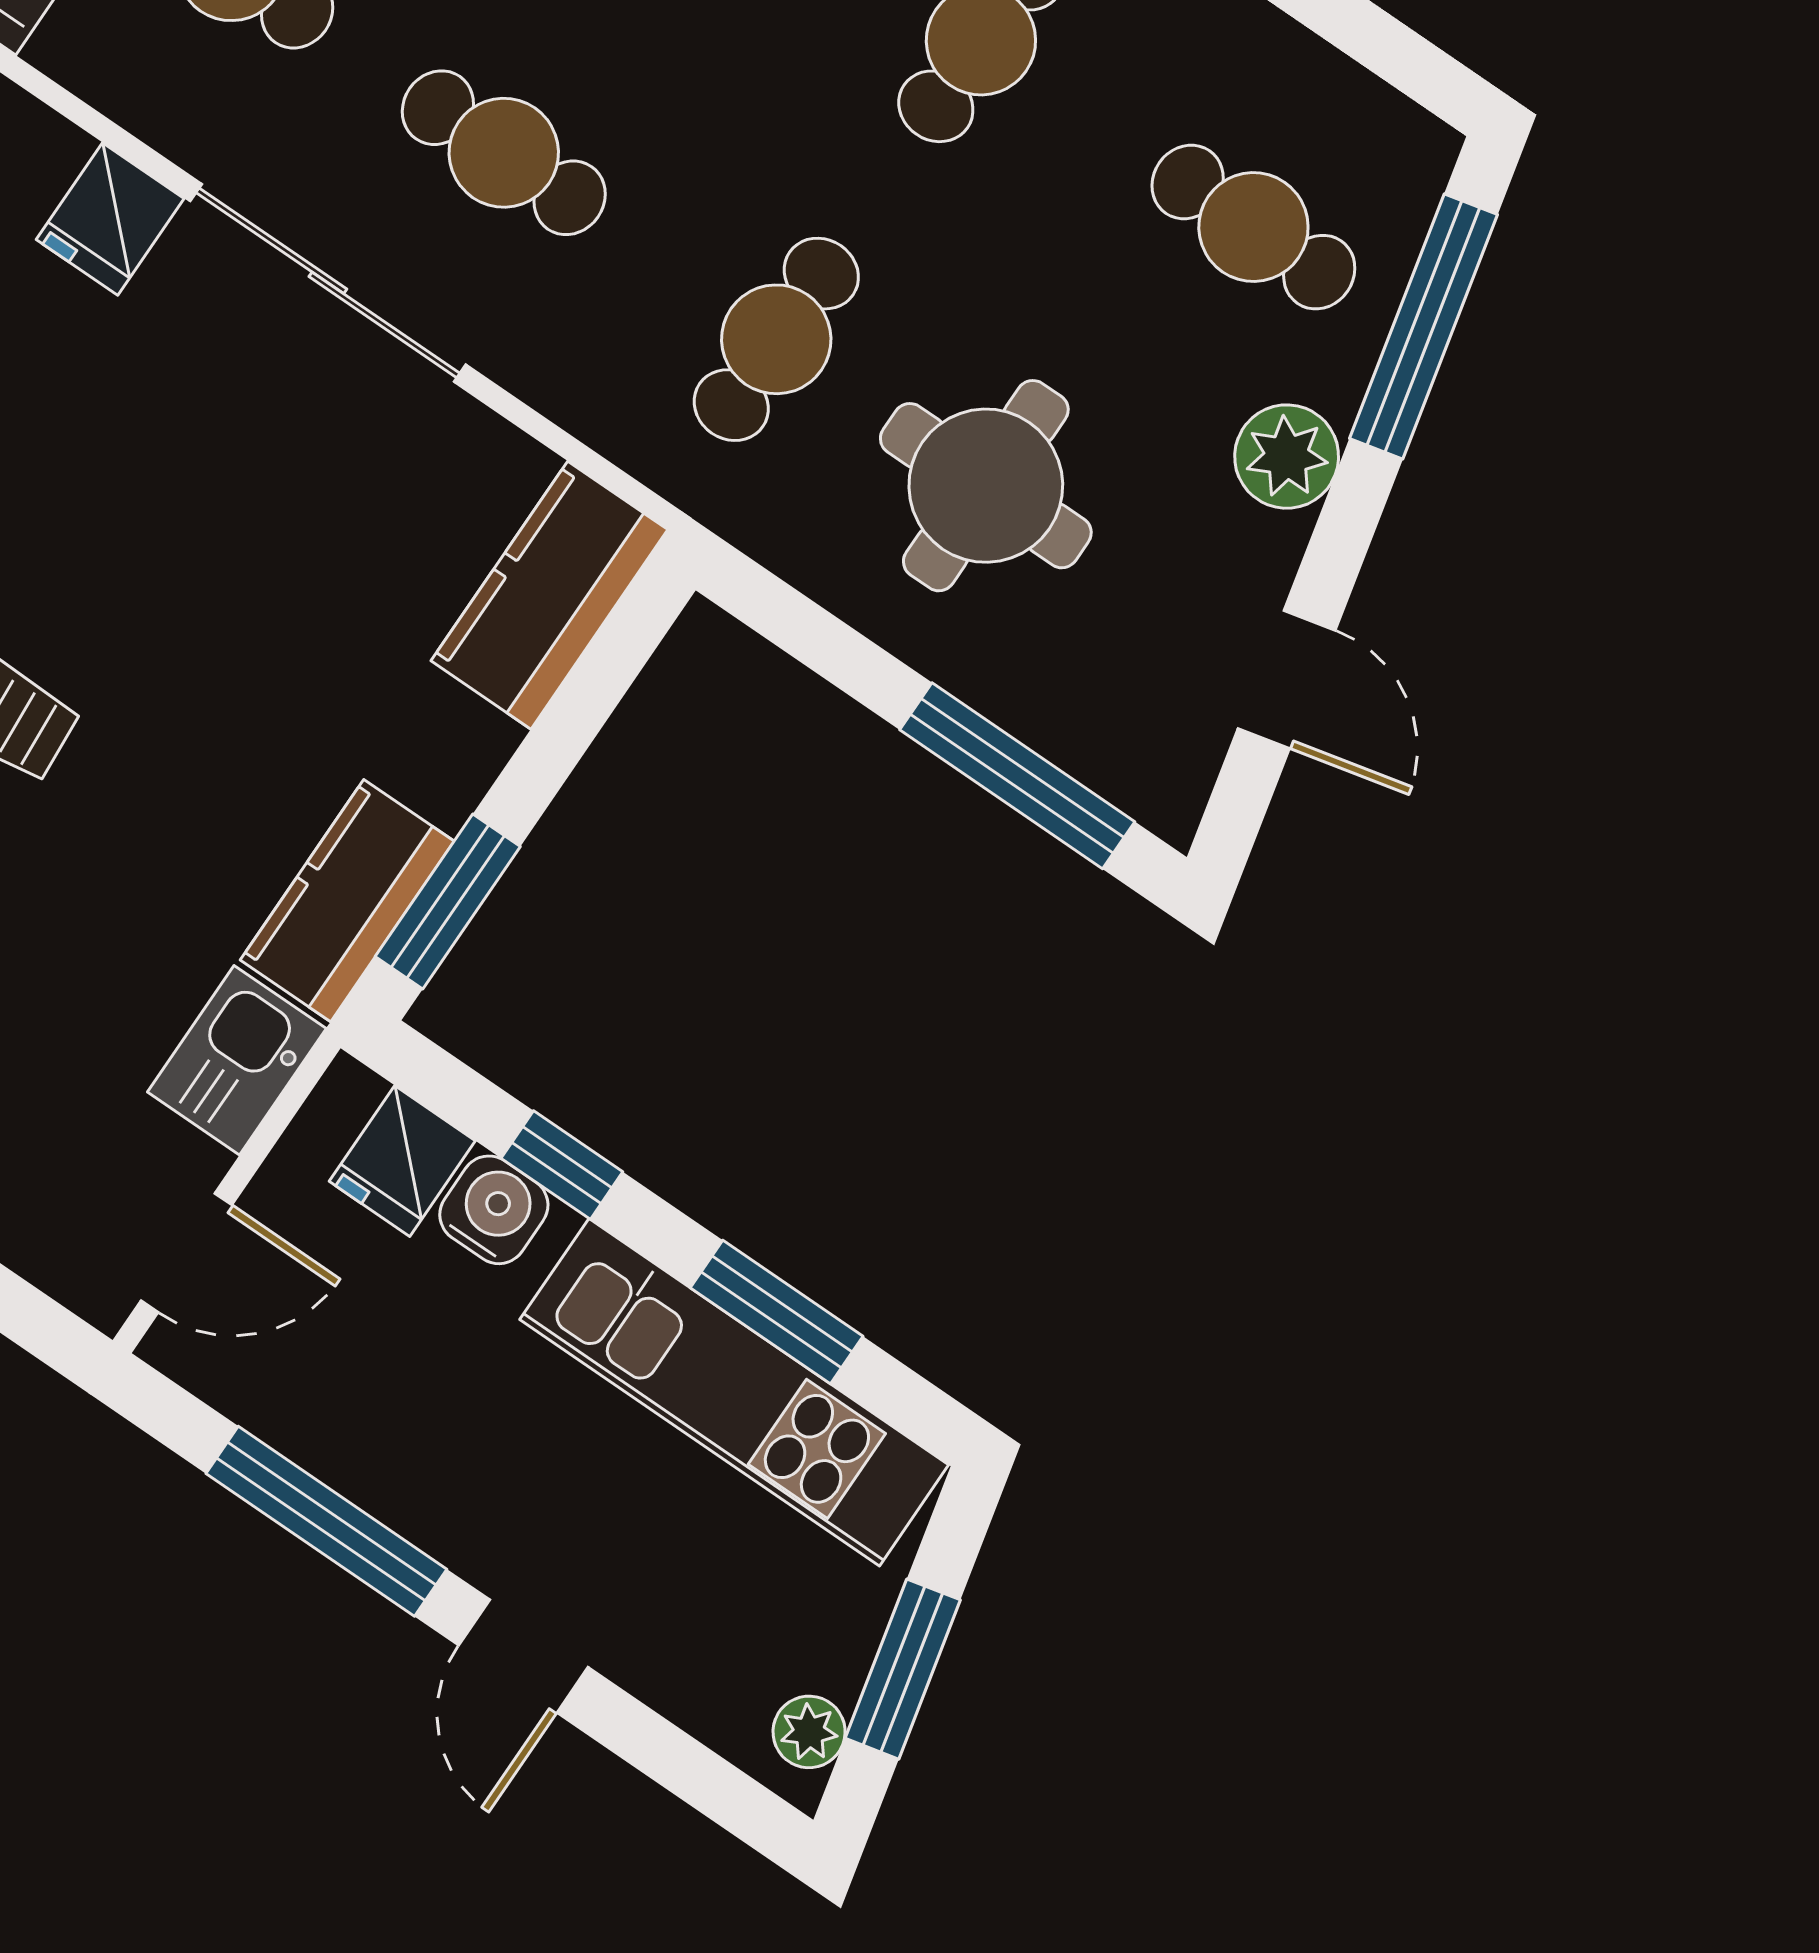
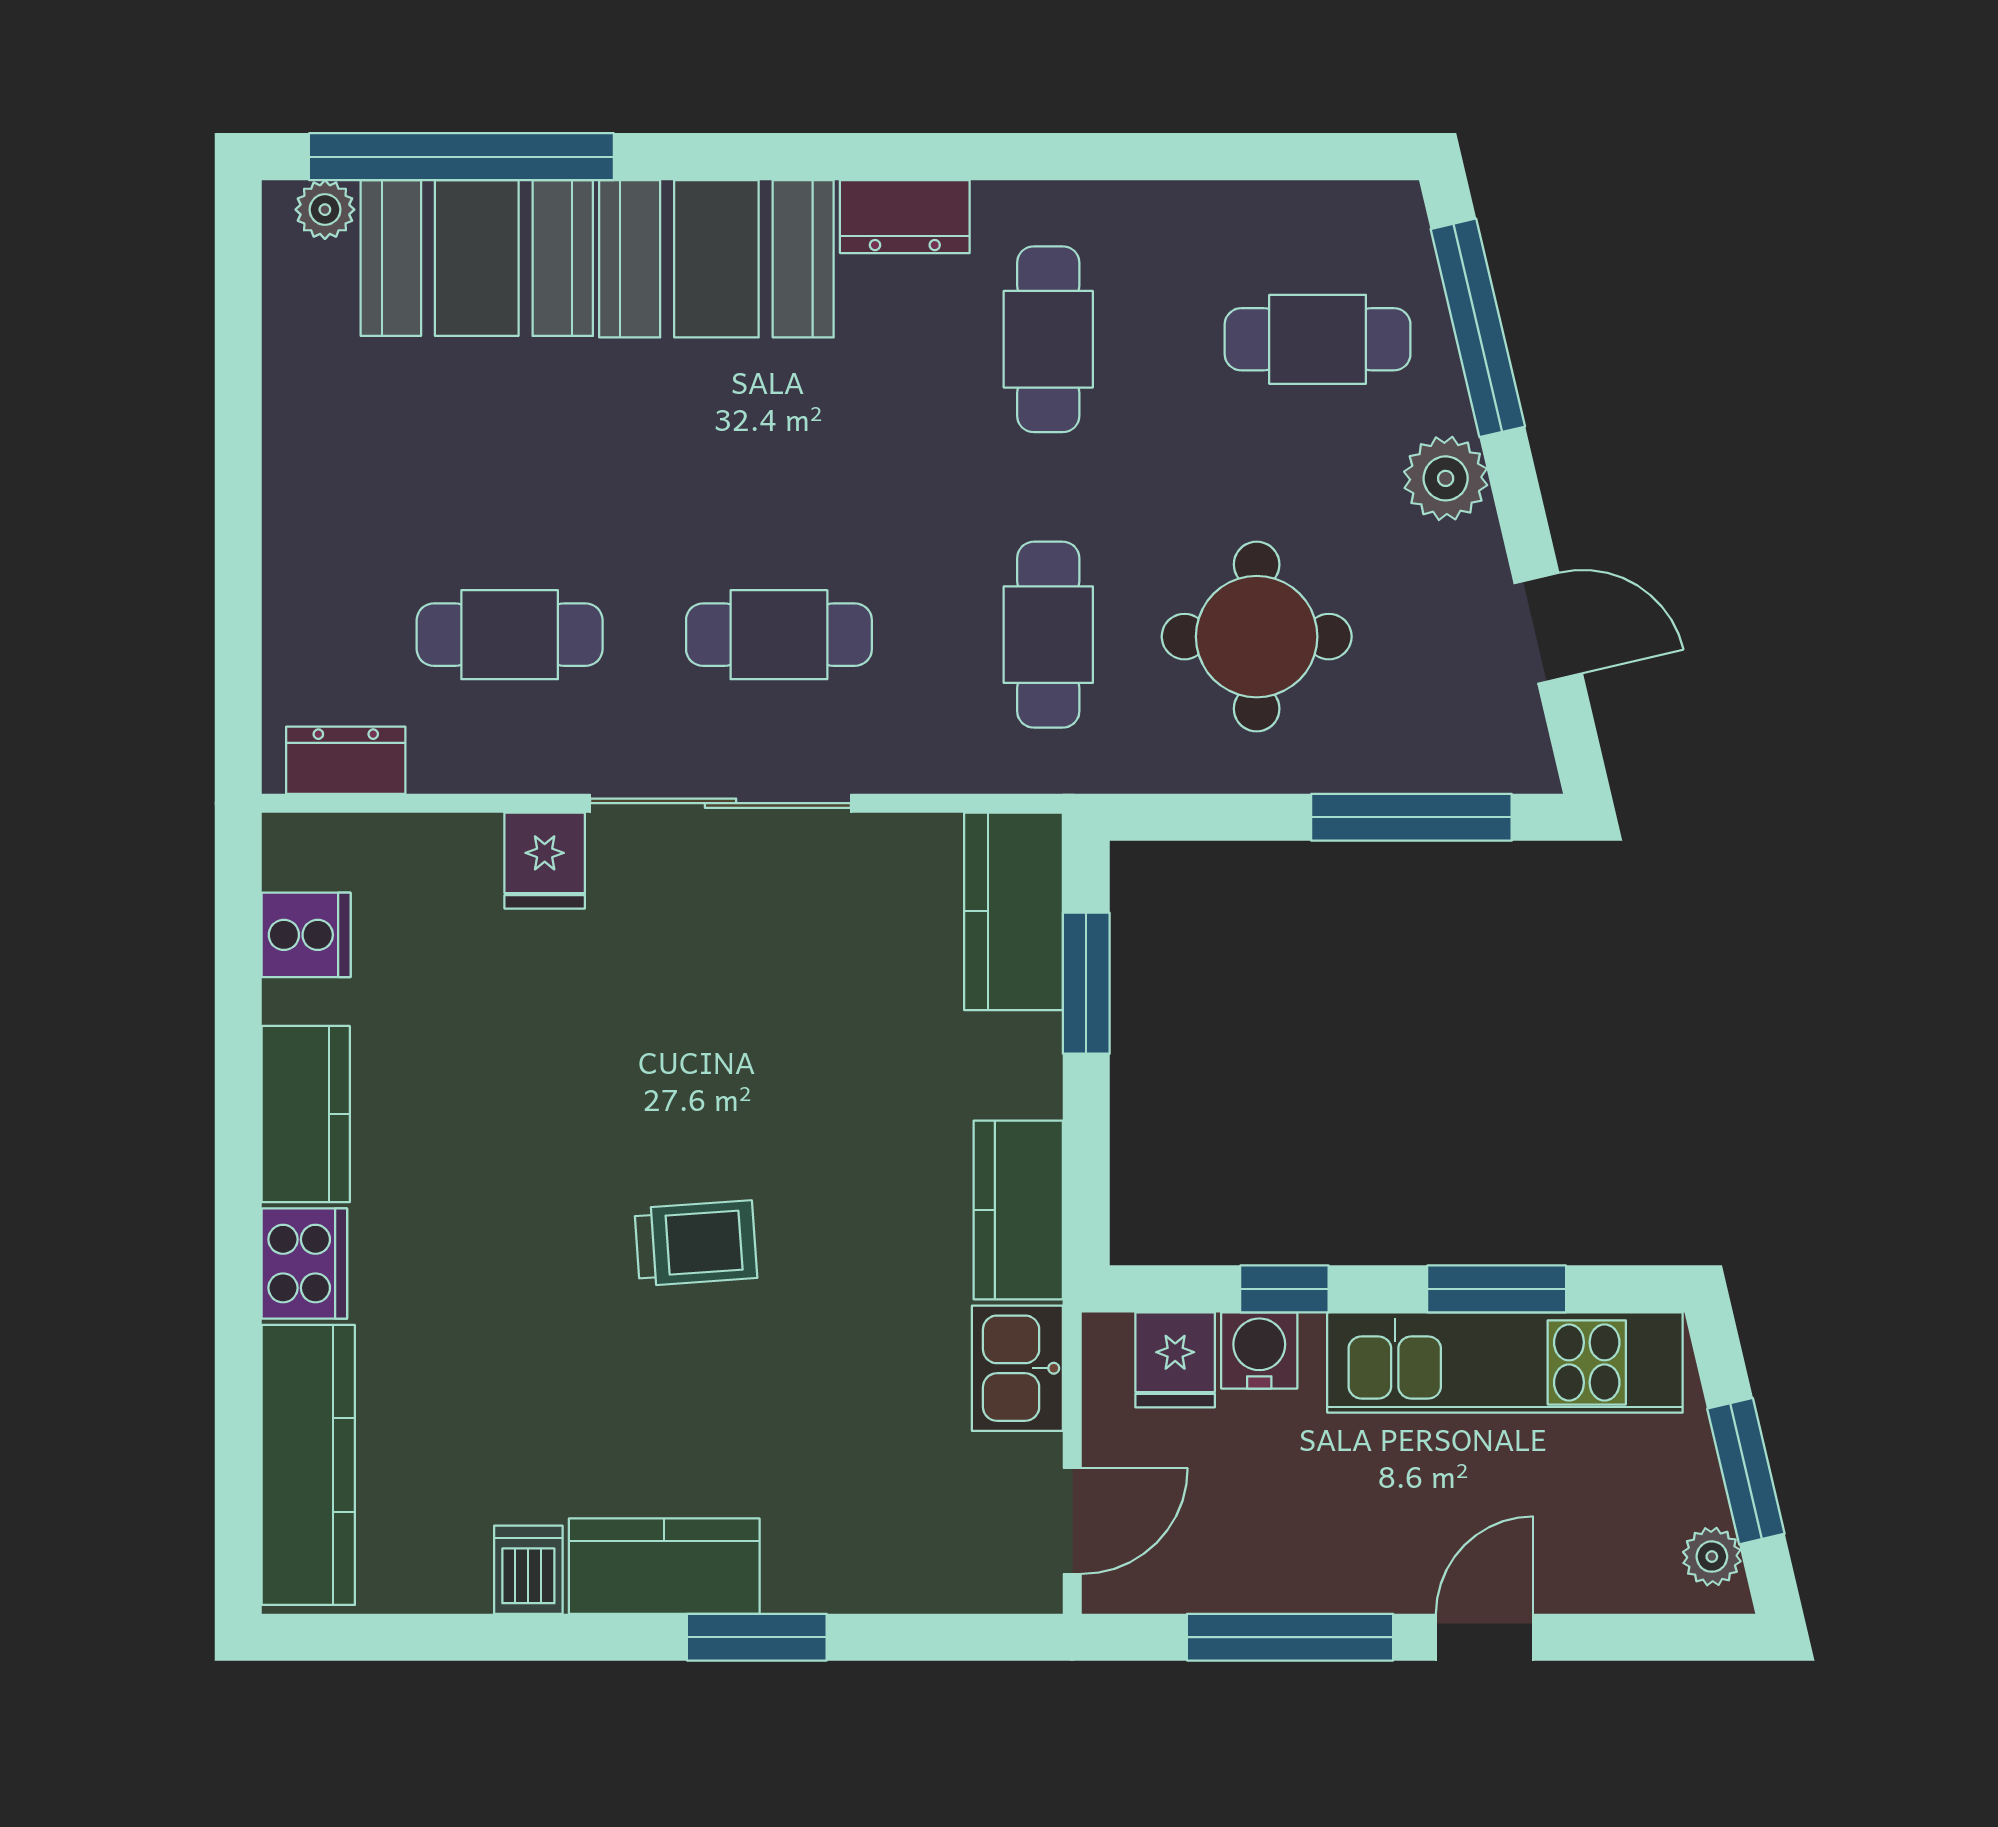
window: (448, 902) -> (1086, 983), moved
door: (523, 1656) -> (1485, 1637), swing flipped

